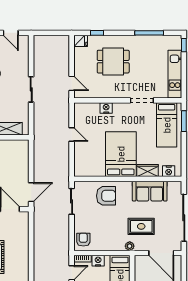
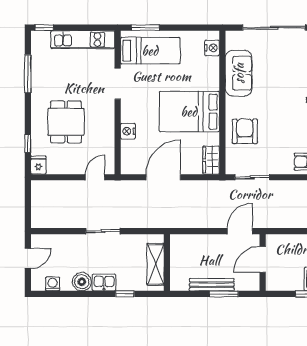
door: (72, 135) -> (163, 177), width x1.87
wardrobe: (148, 170) -> (211, 160), moved
door: (31, 192) -> (240, 231), hinge flipped
rug: (141, 226) -> (286, 84), removed

